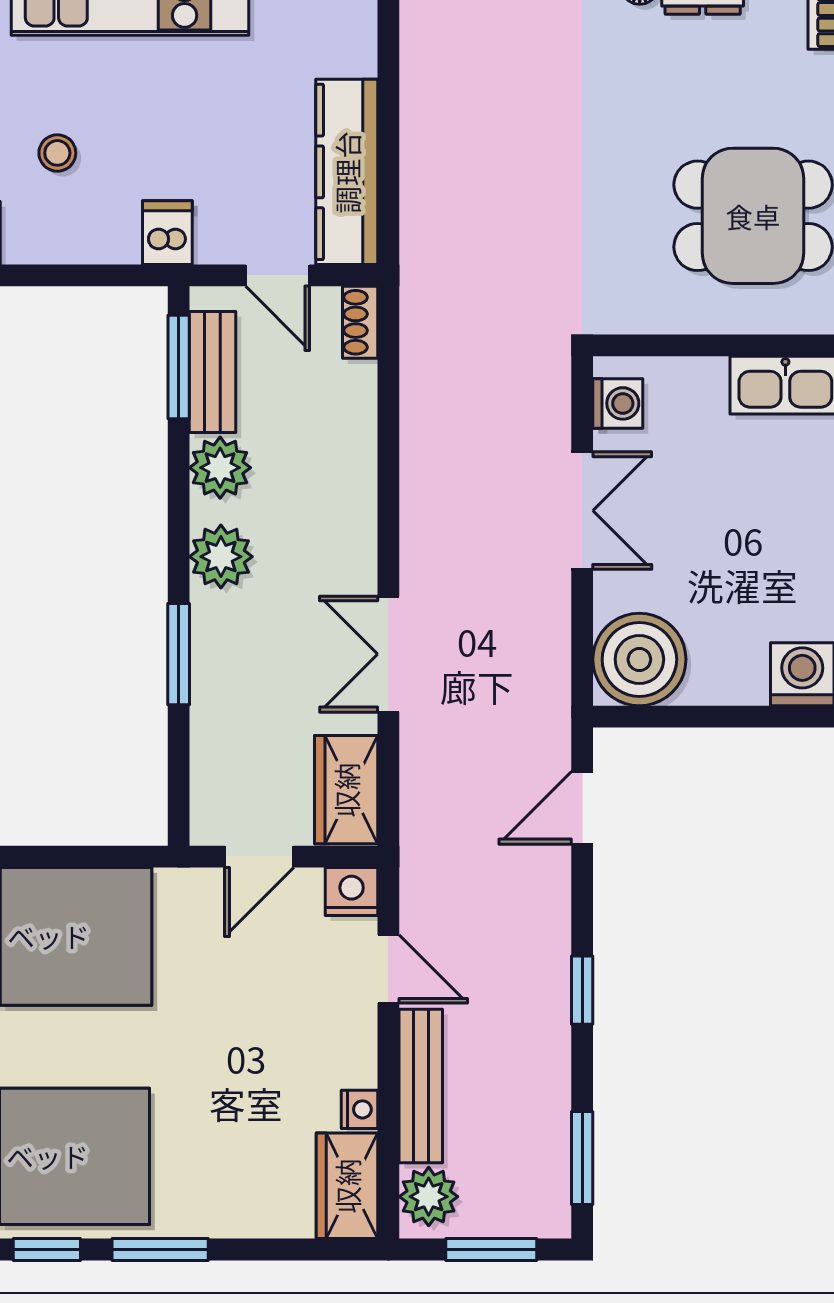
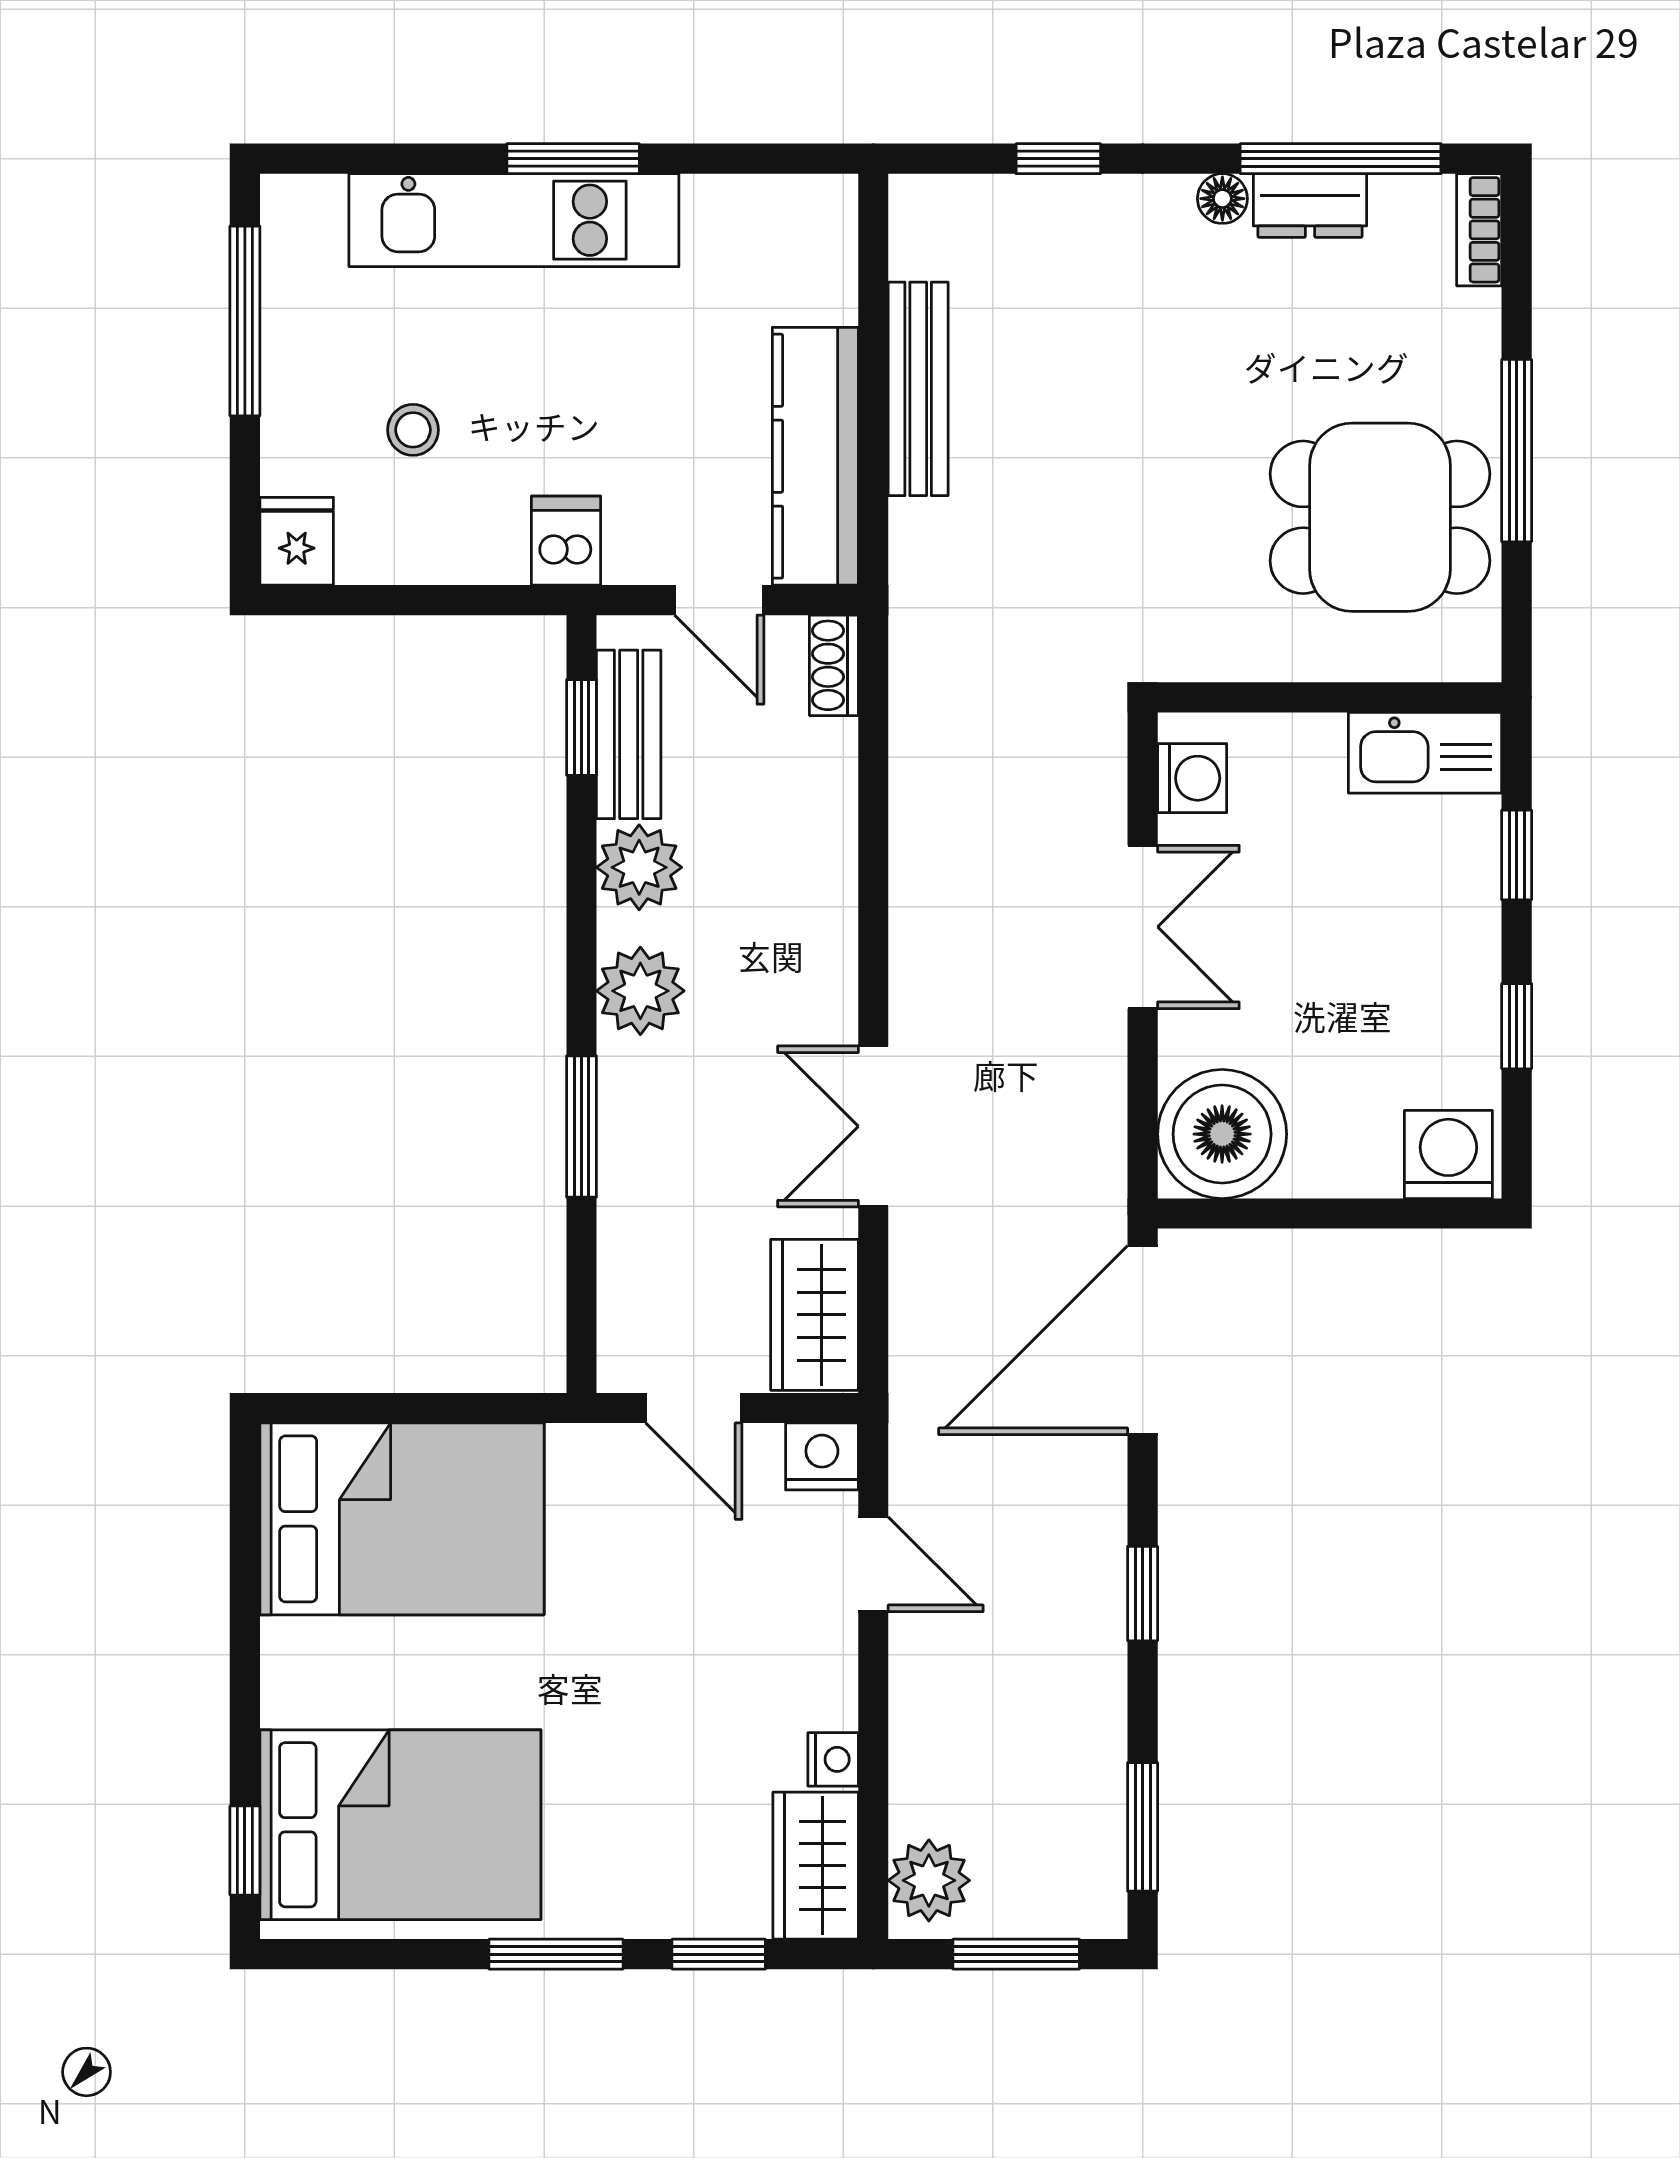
window: (179, 367) -> (582, 727), width x0.67
door: (582, 808) -> (1143, 1340), width x1.87
door: (259, 857) -> (694, 1408), hinge flipped
bench: (421, 1086) -> (918, 389), moved
window: (47, 1249) -> (719, 1954), moved

